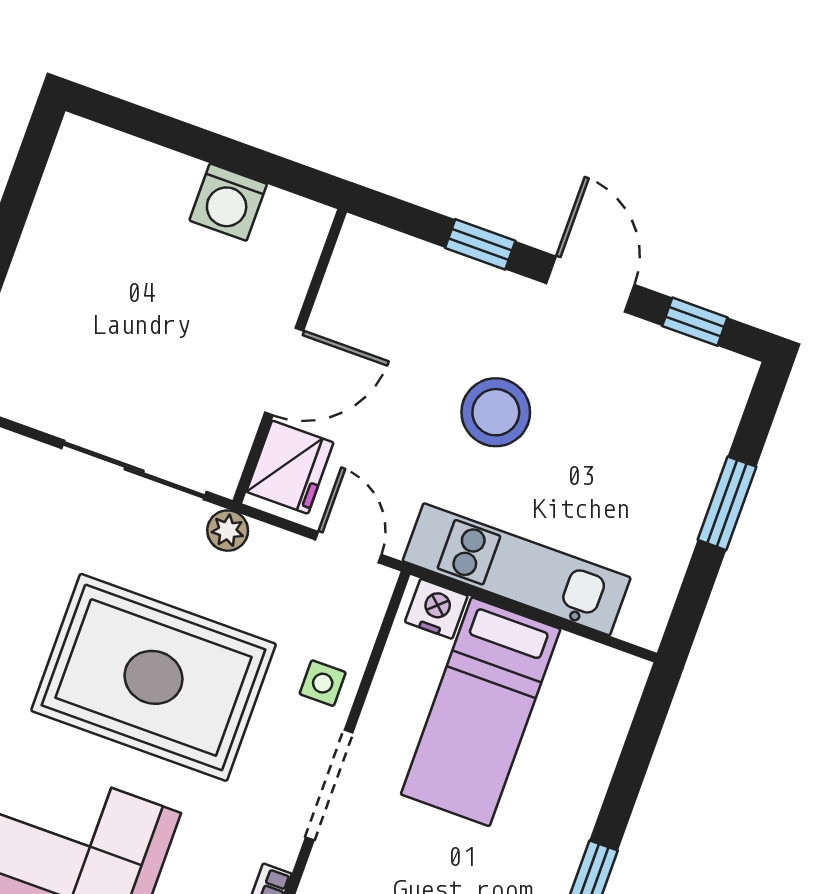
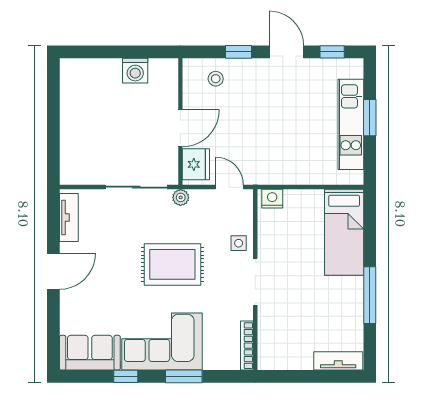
stool: (496, 412) -> (216, 79), moved, width x0.53, depth x0.53
kitchen unit: (517, 569) -> (351, 124), moved, turned -90
rug: (154, 677) -> (172, 264), width x0.73, depth x0.69
bed: (481, 712) -> (344, 232), moved

